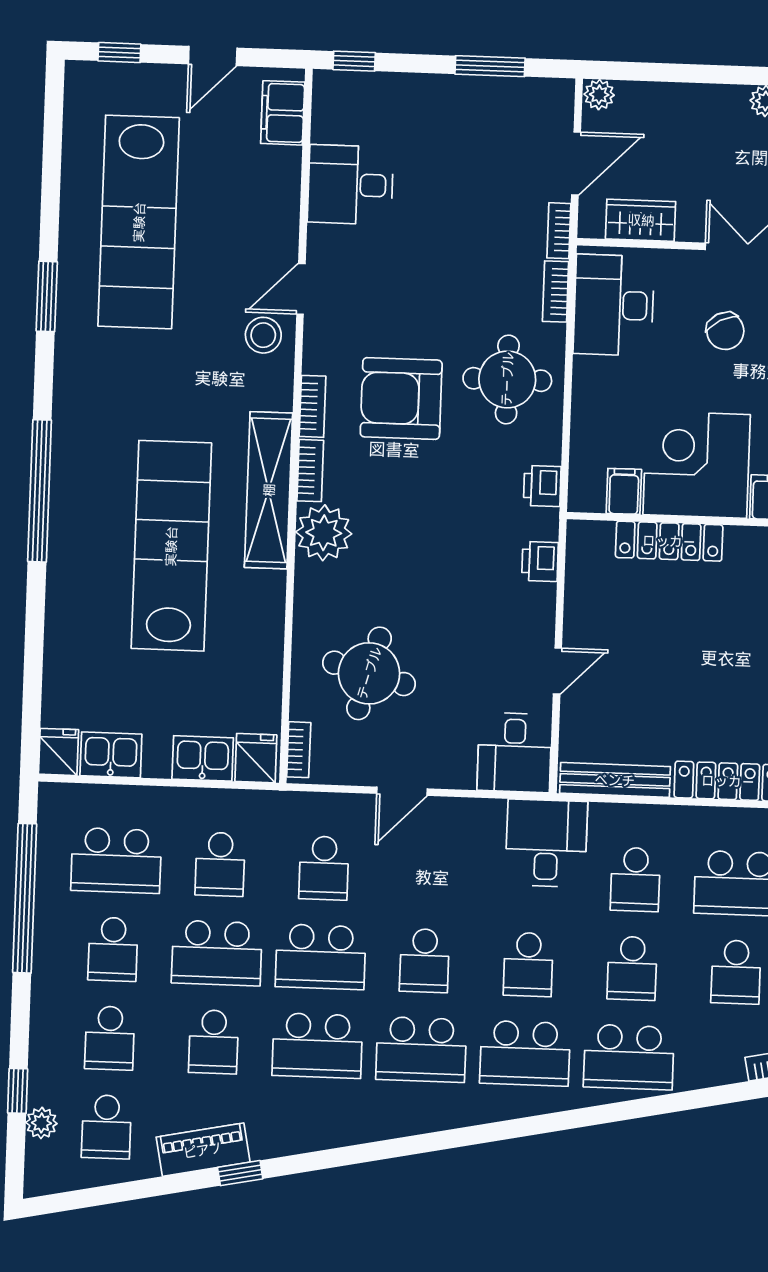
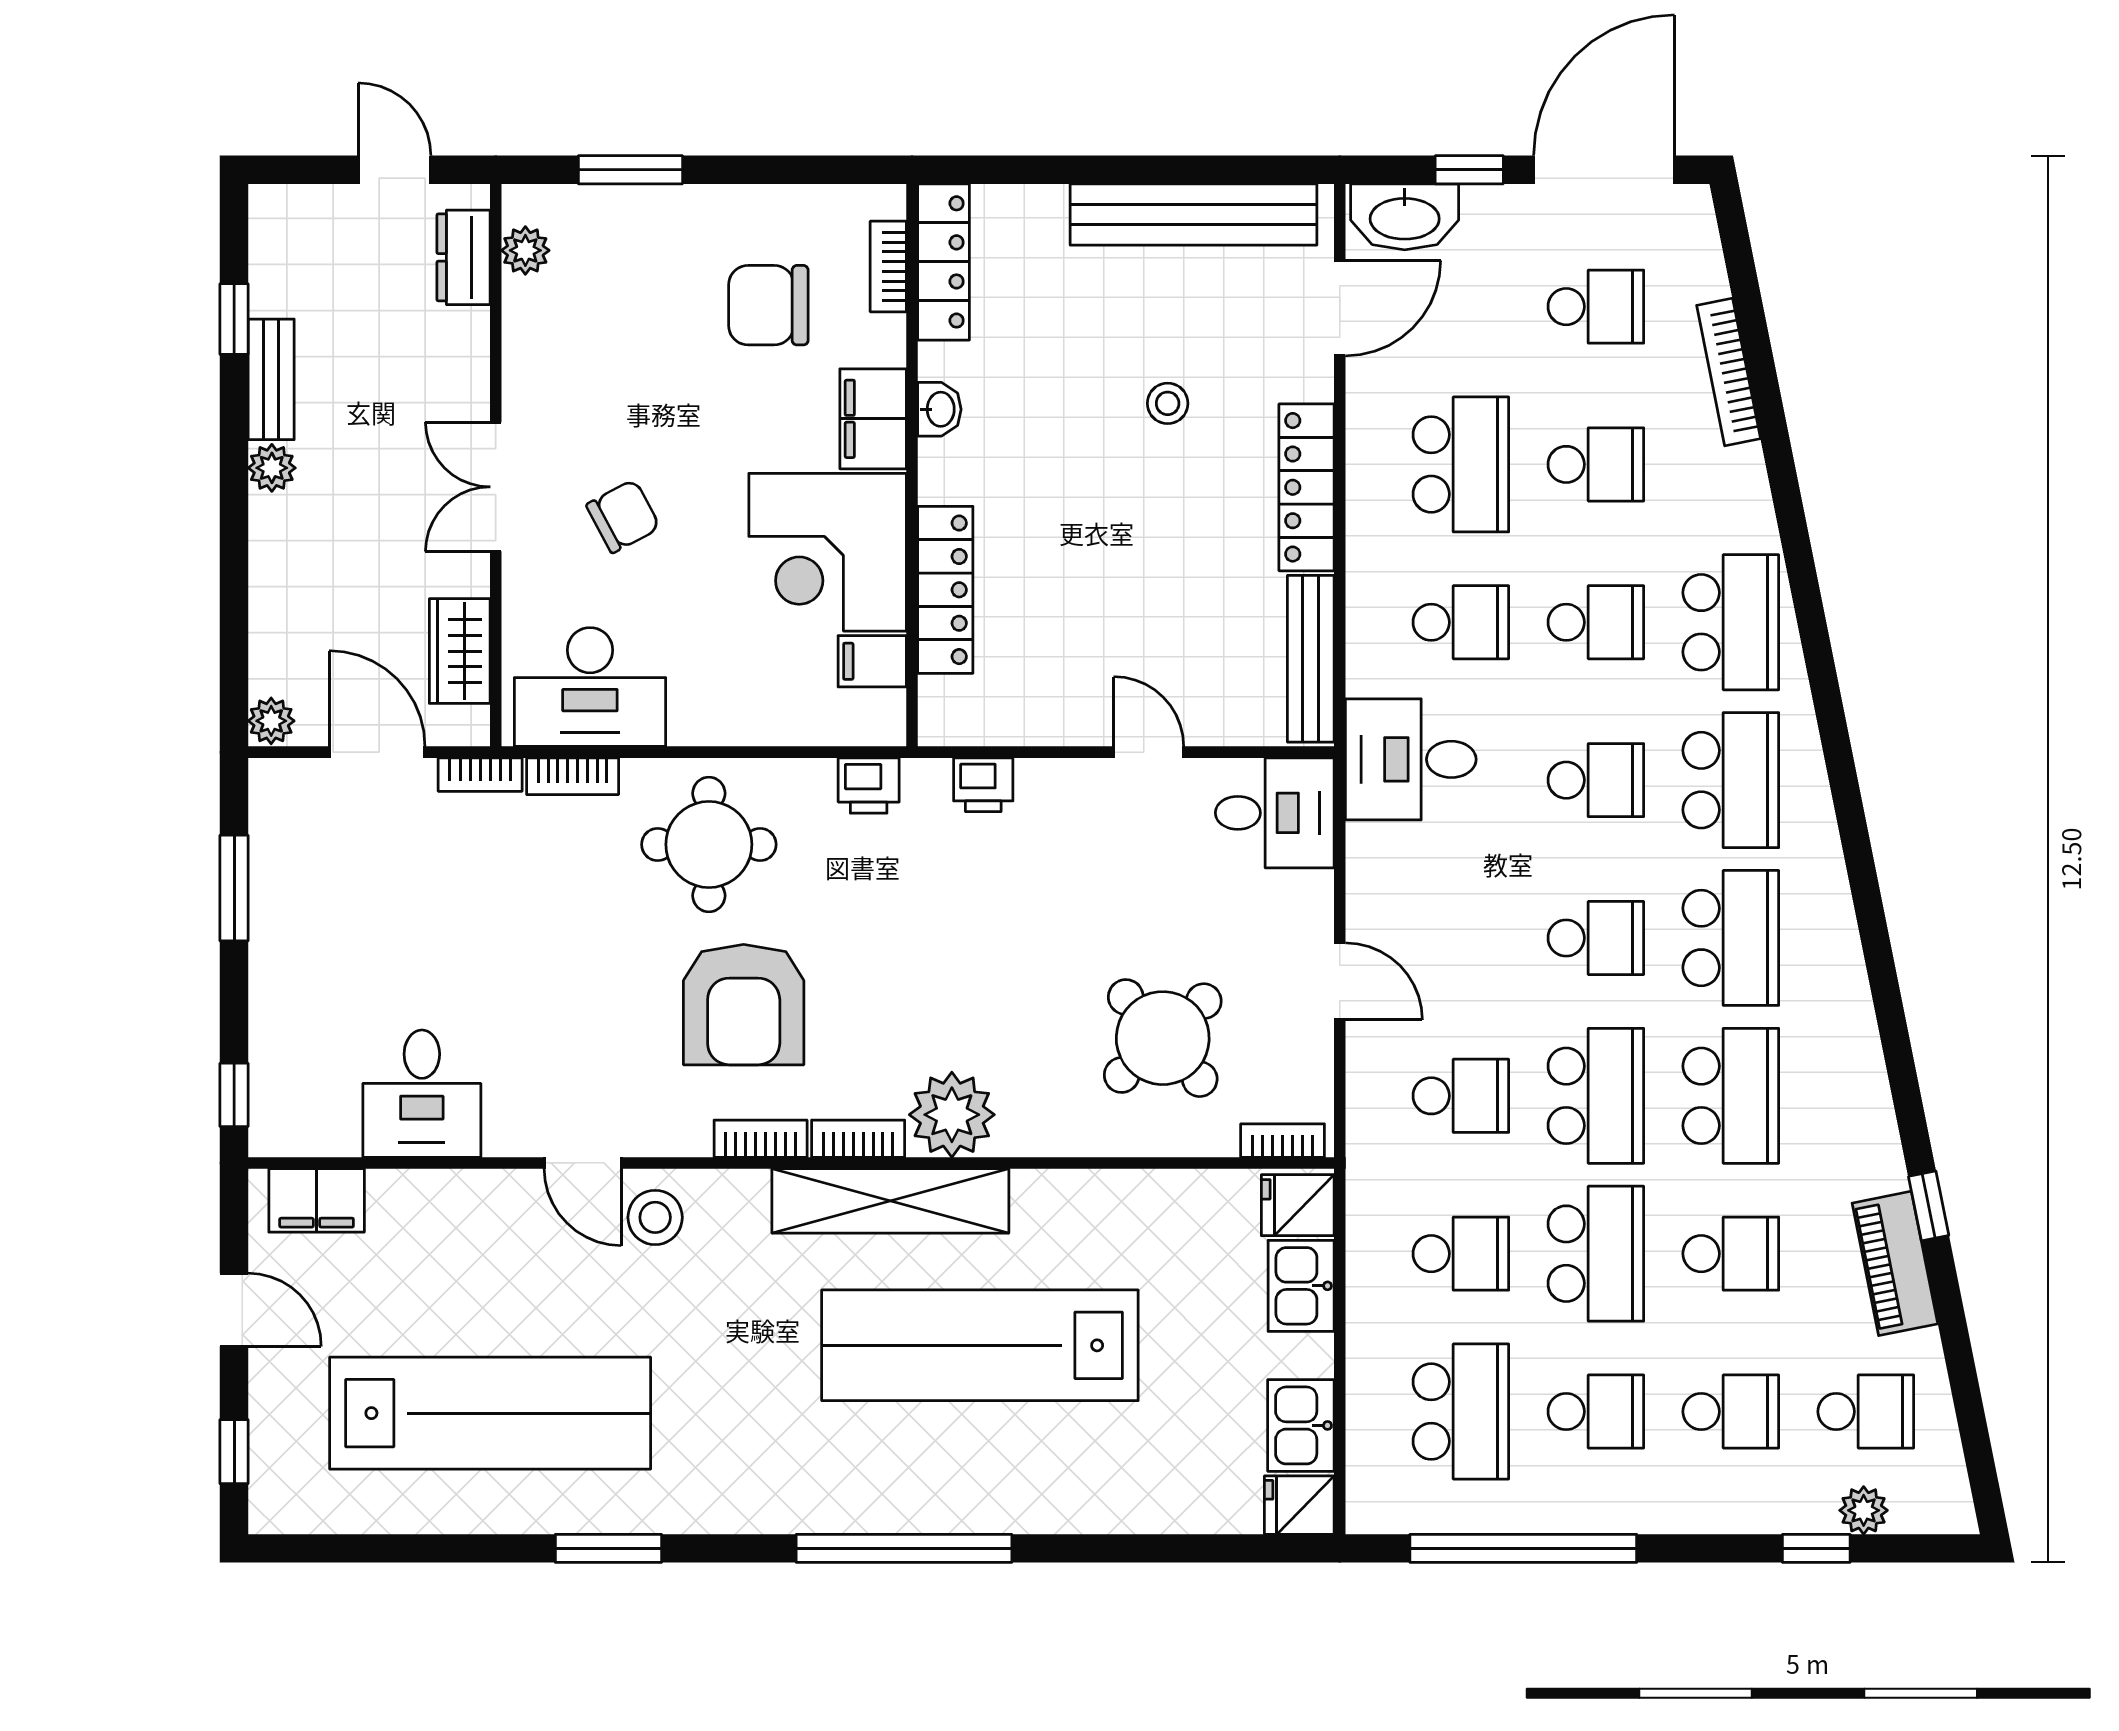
round table: (369, 673) -> (1163, 1038), turned 33

